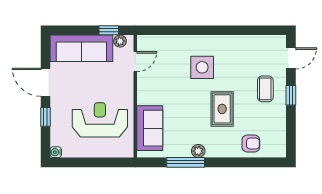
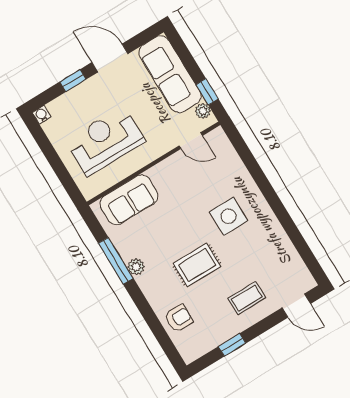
door: (46, 82) -> (110, 58), hinge flipped
window: (291, 95) -> (232, 345), moved
reception desk: (100, 120) -> (105, 141), turned -90
armchair: (251, 144) -> (179, 318), turned -90

